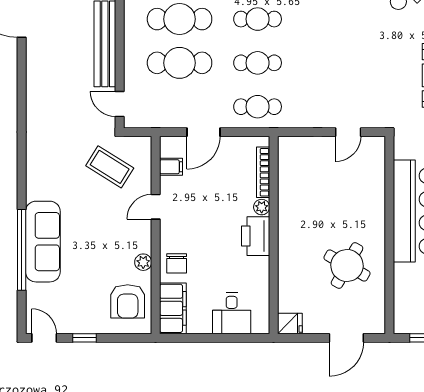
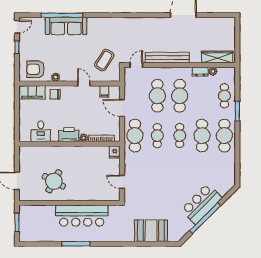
cafe table: (258, 107) -> (135, 136), width x1.37, depth x1.35
desk: (232, 313) -> (41, 131), moved, turned -90
fridge: (290, 324) -> (115, 152), moved

